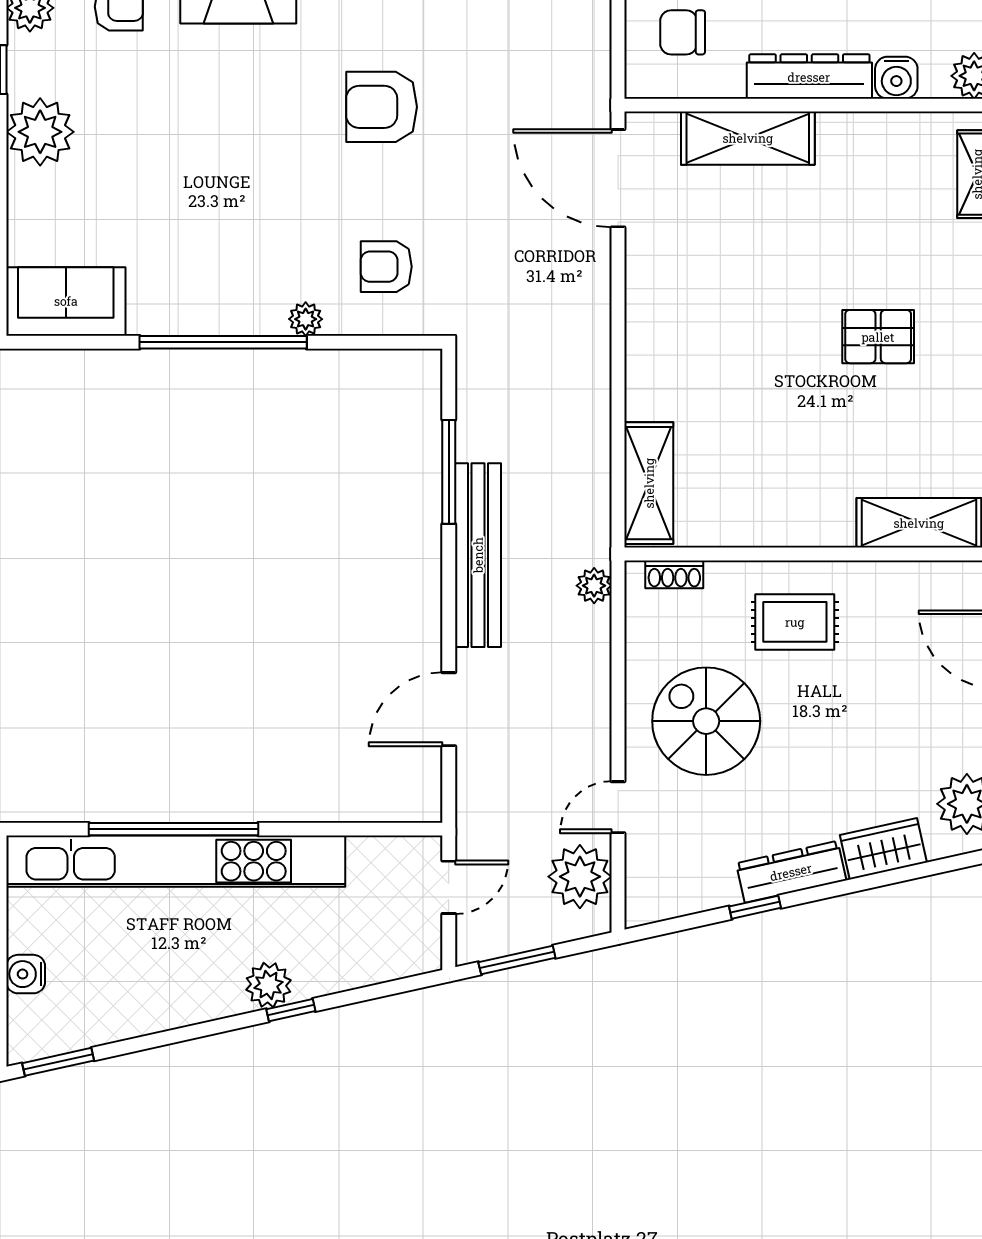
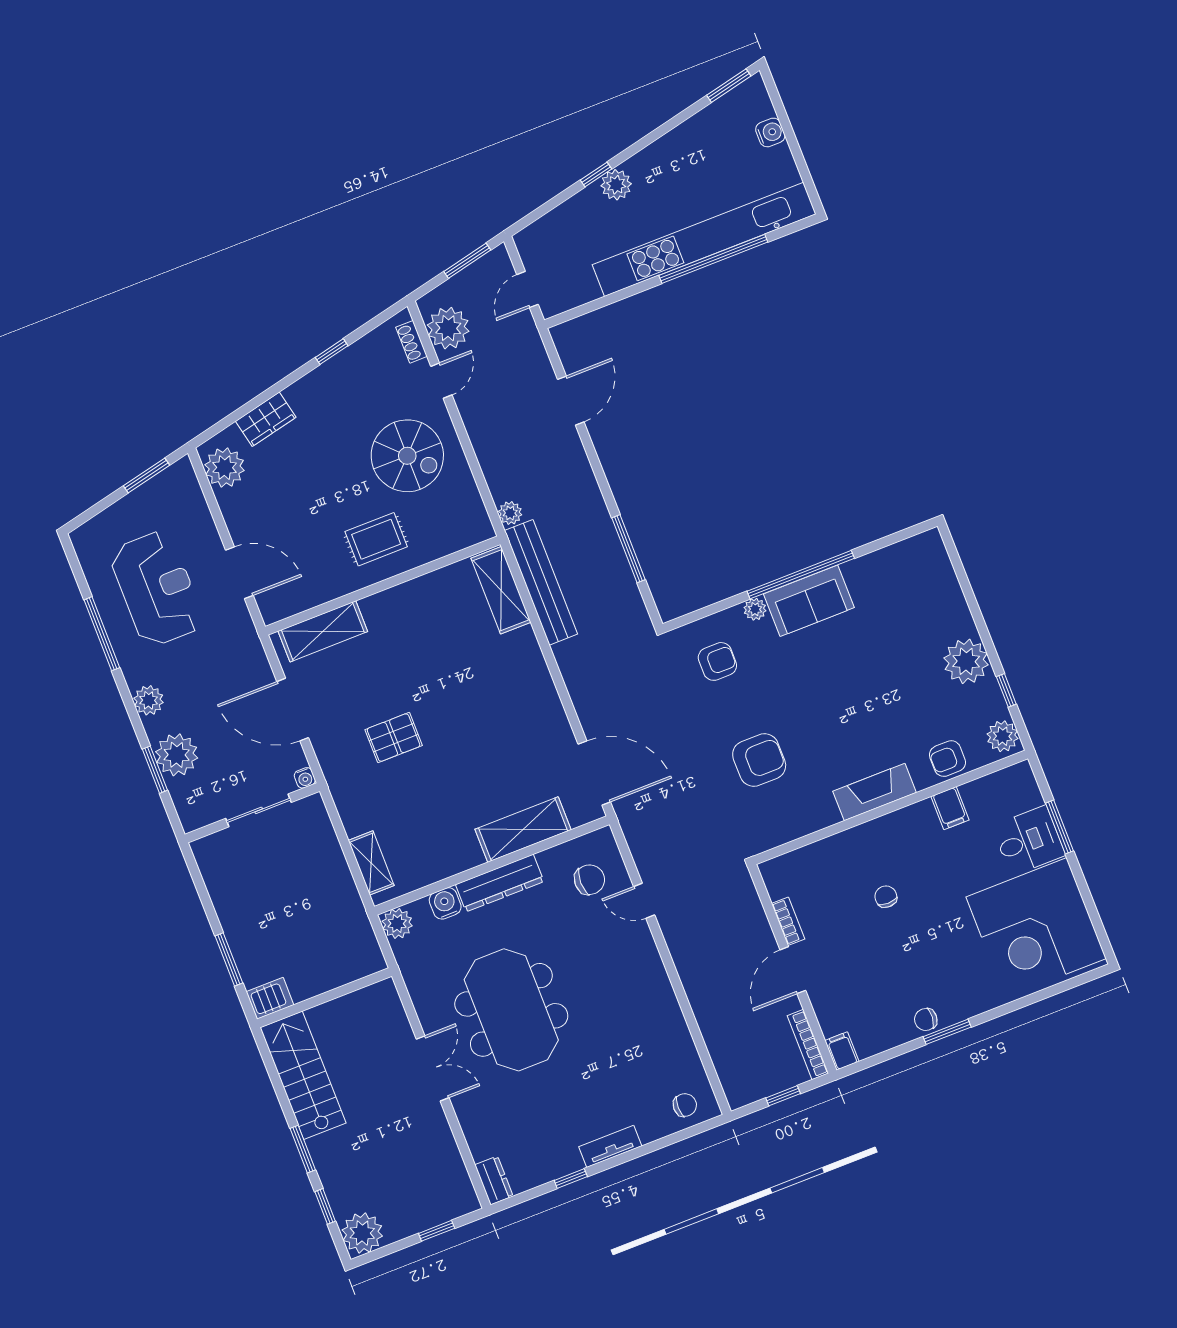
sofa: (66, 301) -> (809, 601), moved
bench: (478, 555) -> (541, 582), moved
shoe rack: (674, 574) -> (412, 342), moved, turned -90
dresser: (791, 872) -> (318, 382), removed

